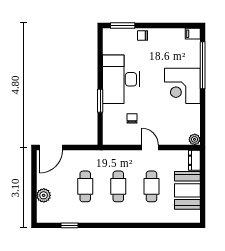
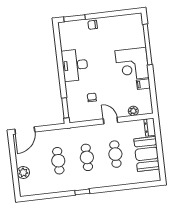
filing cabinet: (193, 34) -> (143, 84), moved
desk: (121, 79) -> (75, 65), width x0.73, depth x0.77
window: (100, 101) -> (65, 108), moved
plant: (195, 139) -> (133, 111), moved
window: (70, 225) -> (82, 192), moved

